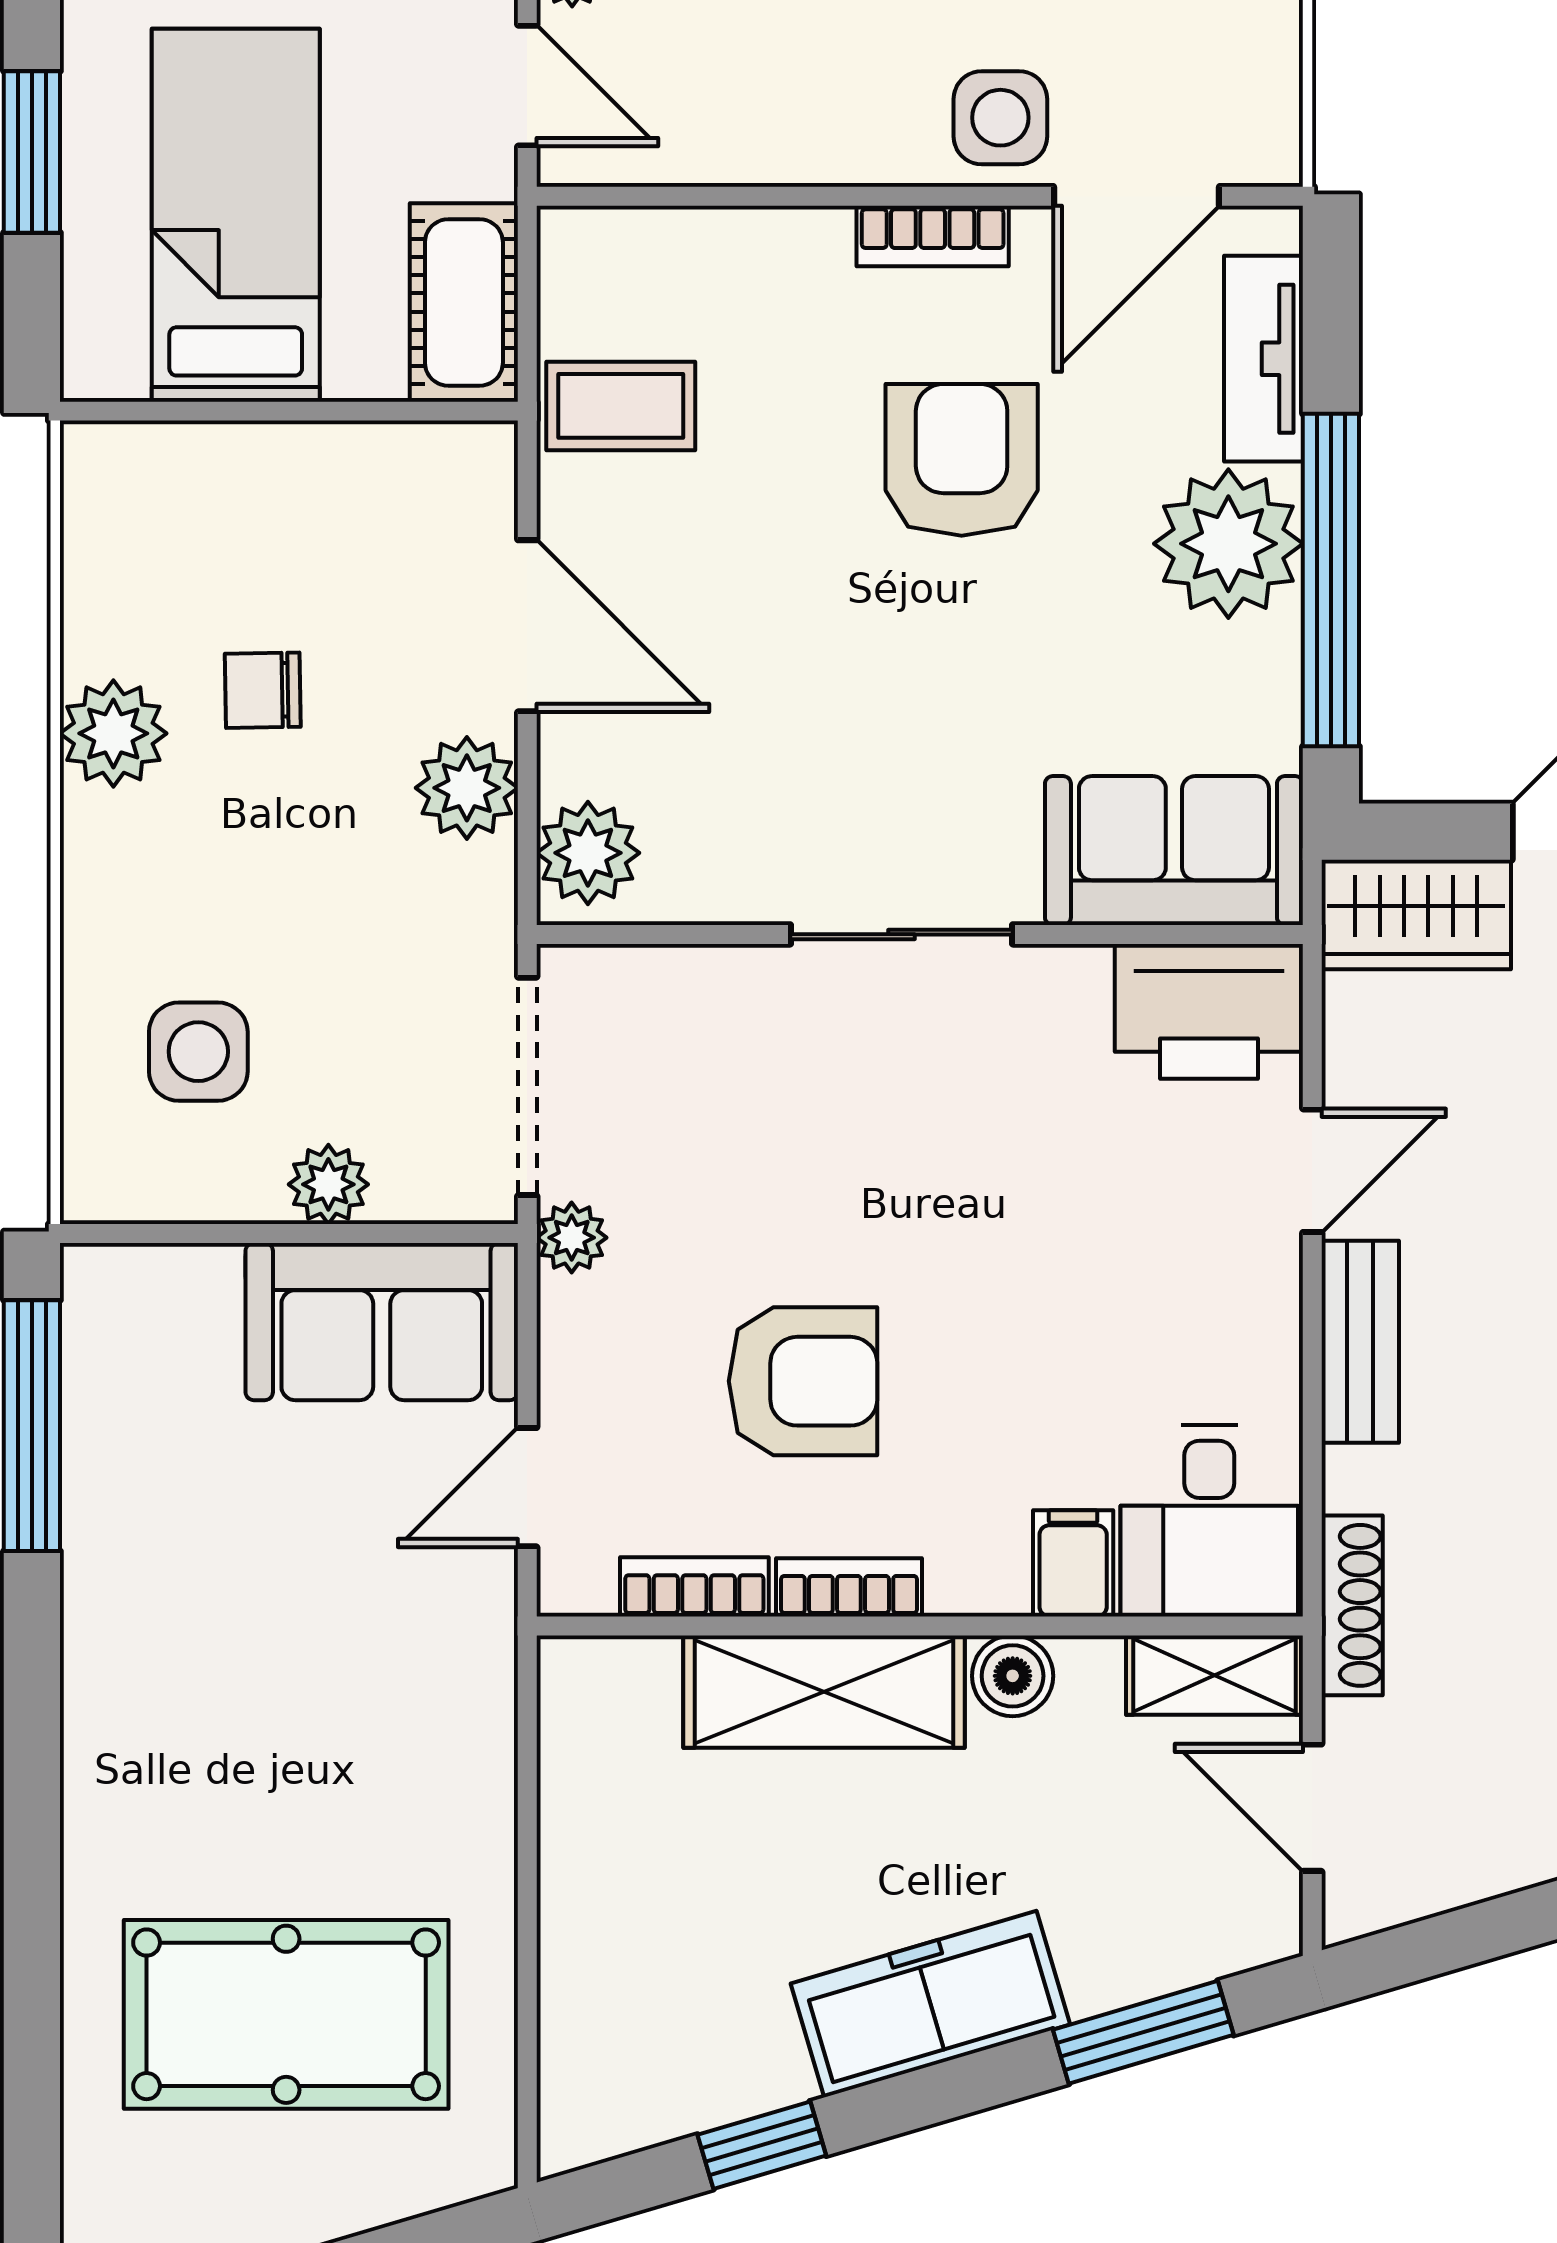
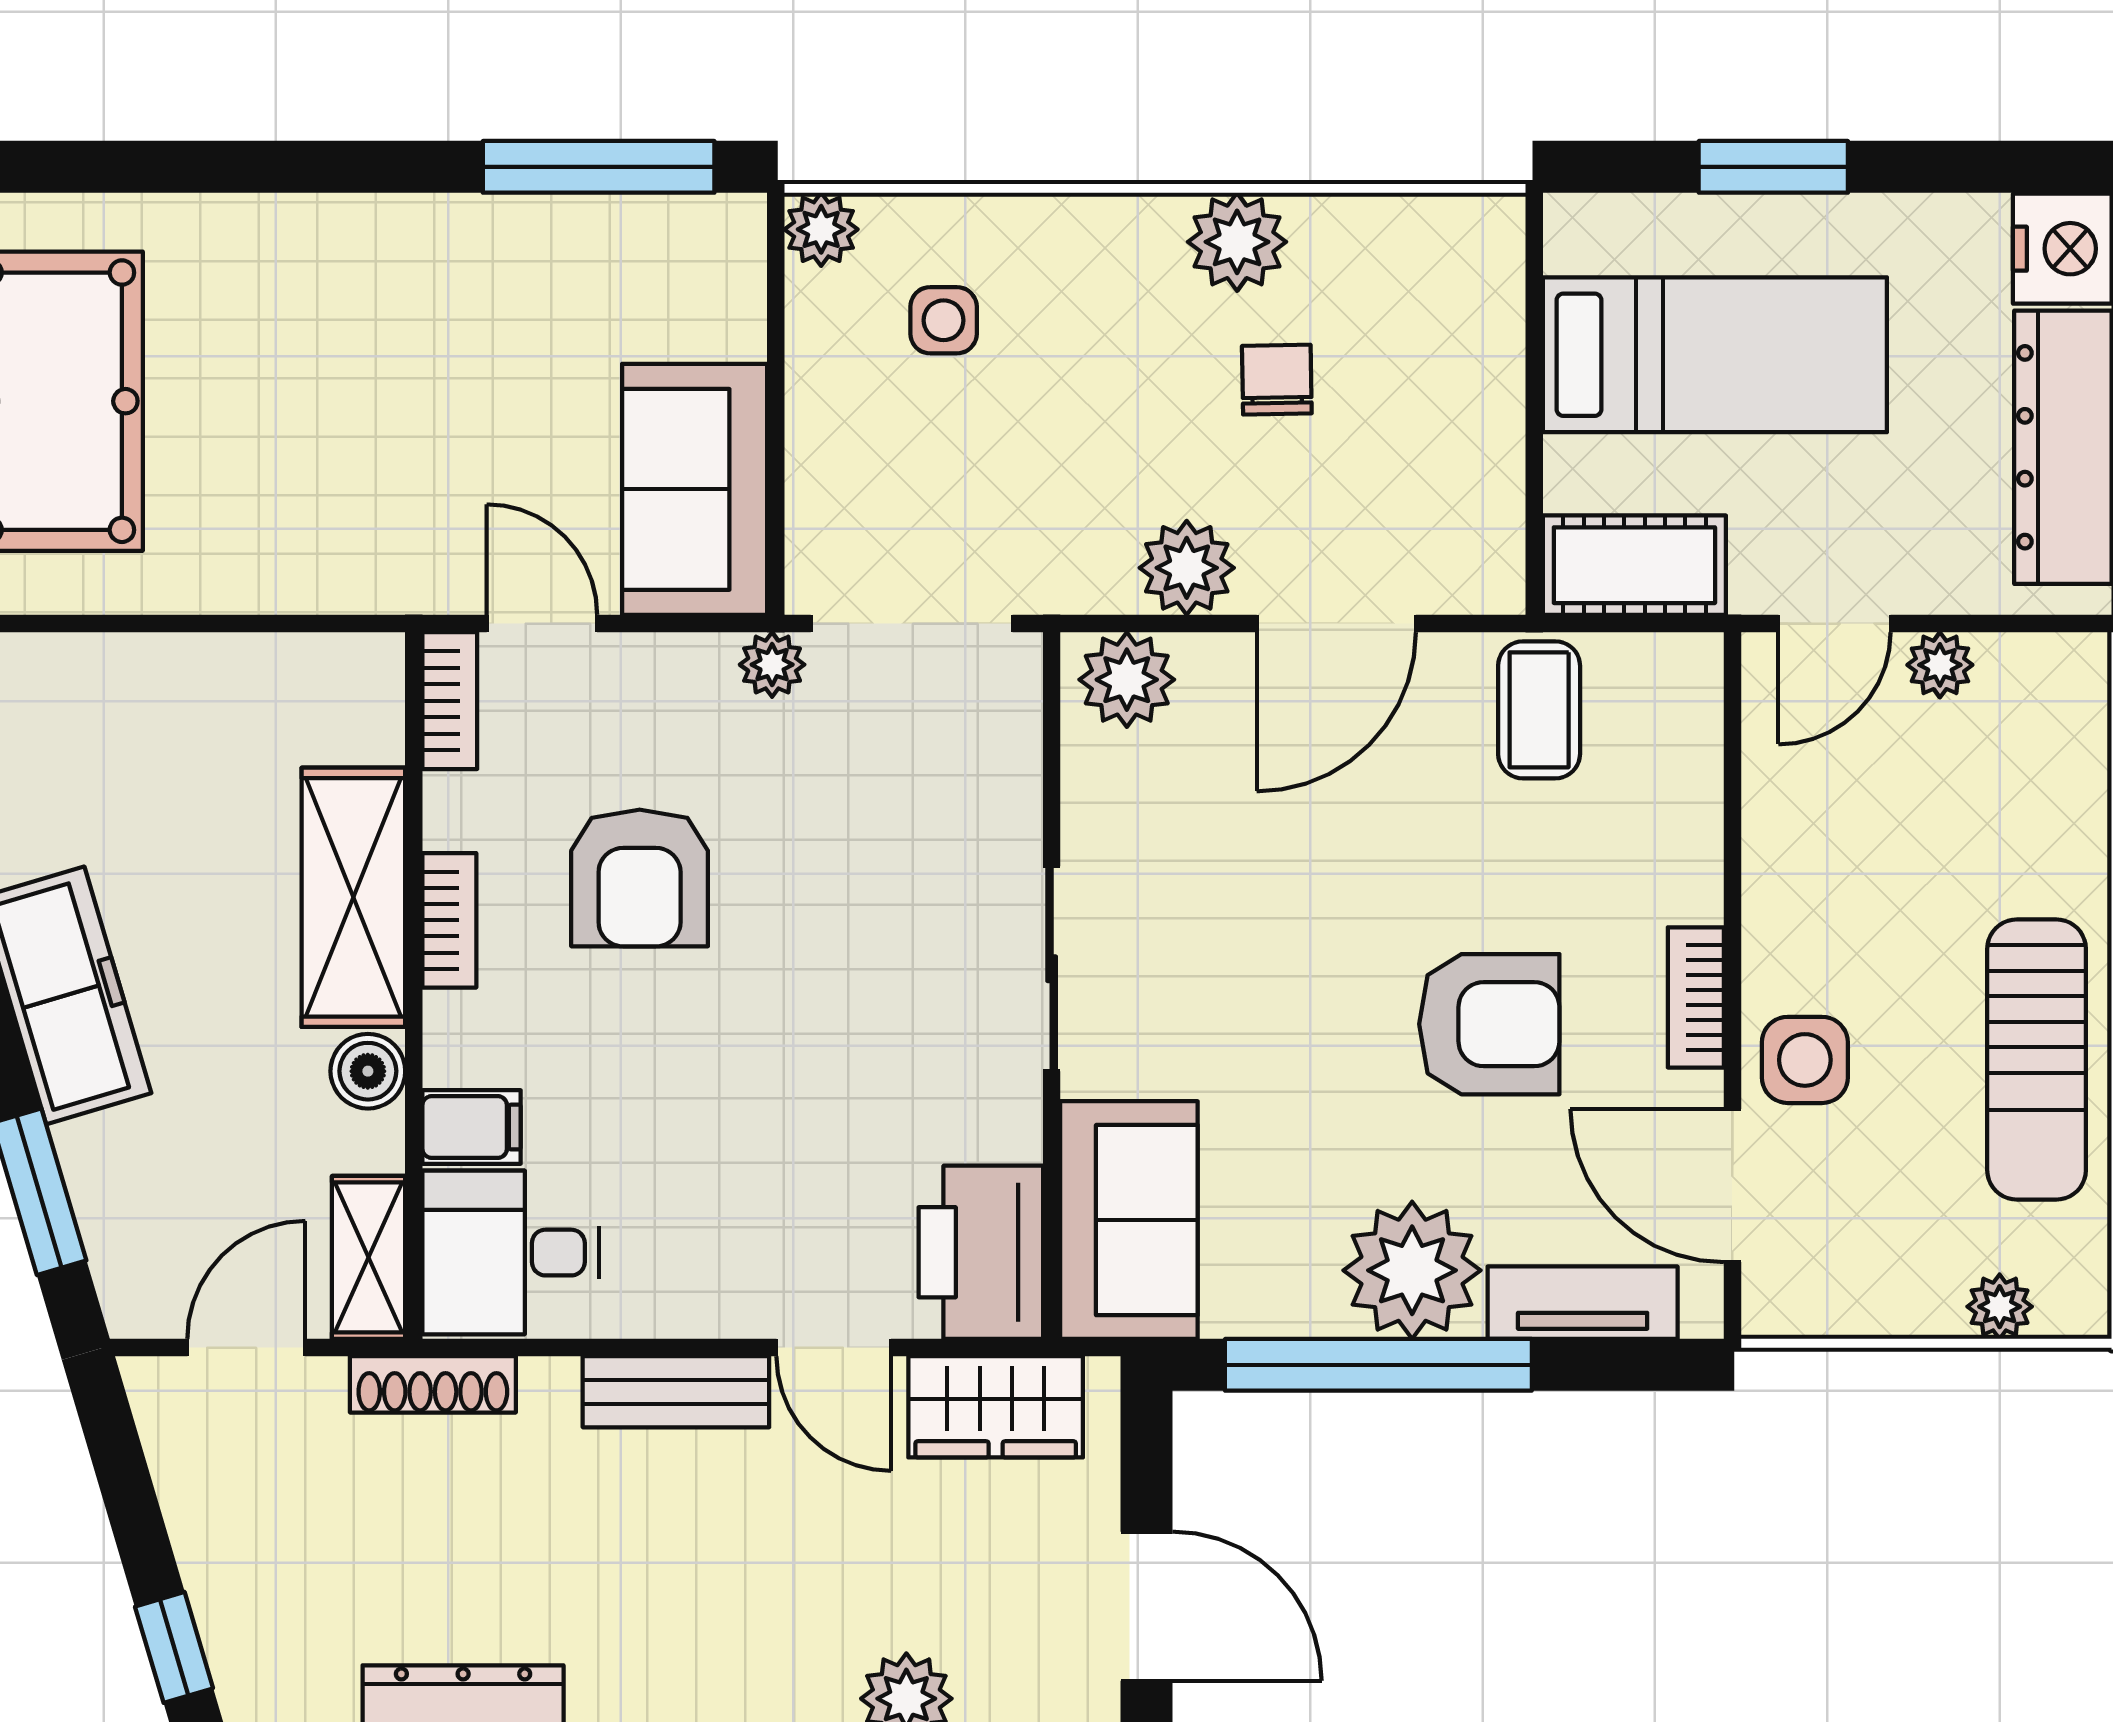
wardrobe: (1416, 915) -> (996, 1407), moved, turned -90
side table: (198, 1052) -> (944, 320), width x0.73, depth x0.73
plant: (328, 1184) -> (821, 229), moved
bookcase: (694, 1587) -> (450, 701), moved

